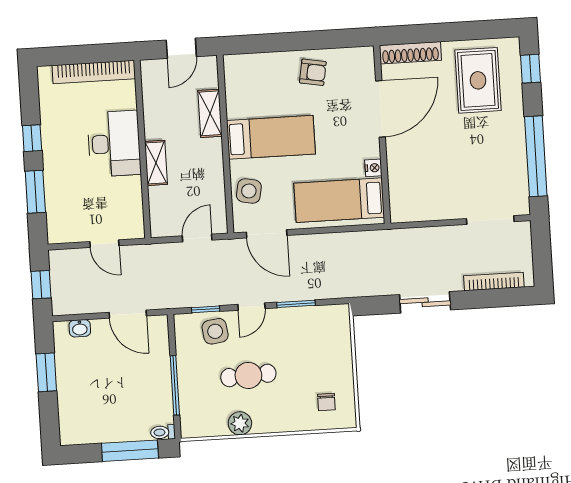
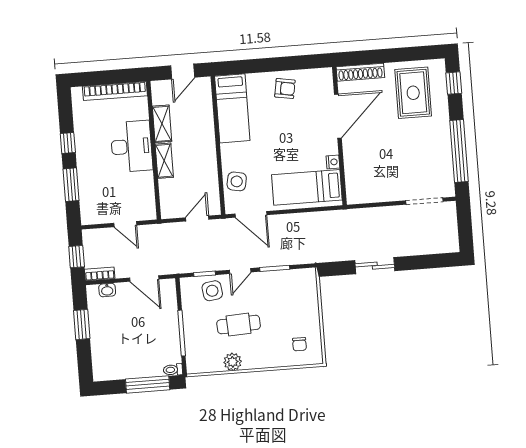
shelving: (210, 113) -> (162, 124), moved
bed: (271, 137) -> (232, 108), moved, turned 90
bookcase: (494, 281) -> (100, 274), moved, width x0.64

